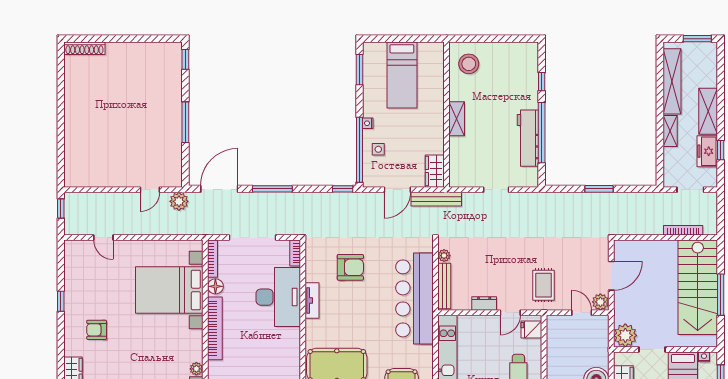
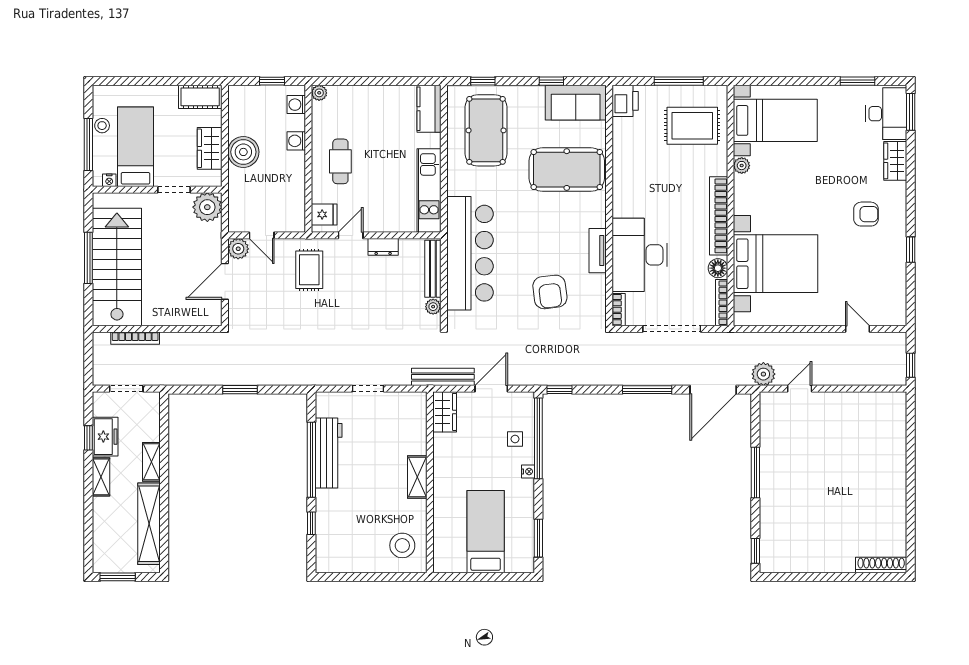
shelving: (708, 111) -> (101, 477), width x0.67, depth x0.75
armchair: (350, 267) -> (550, 292), turned -97

